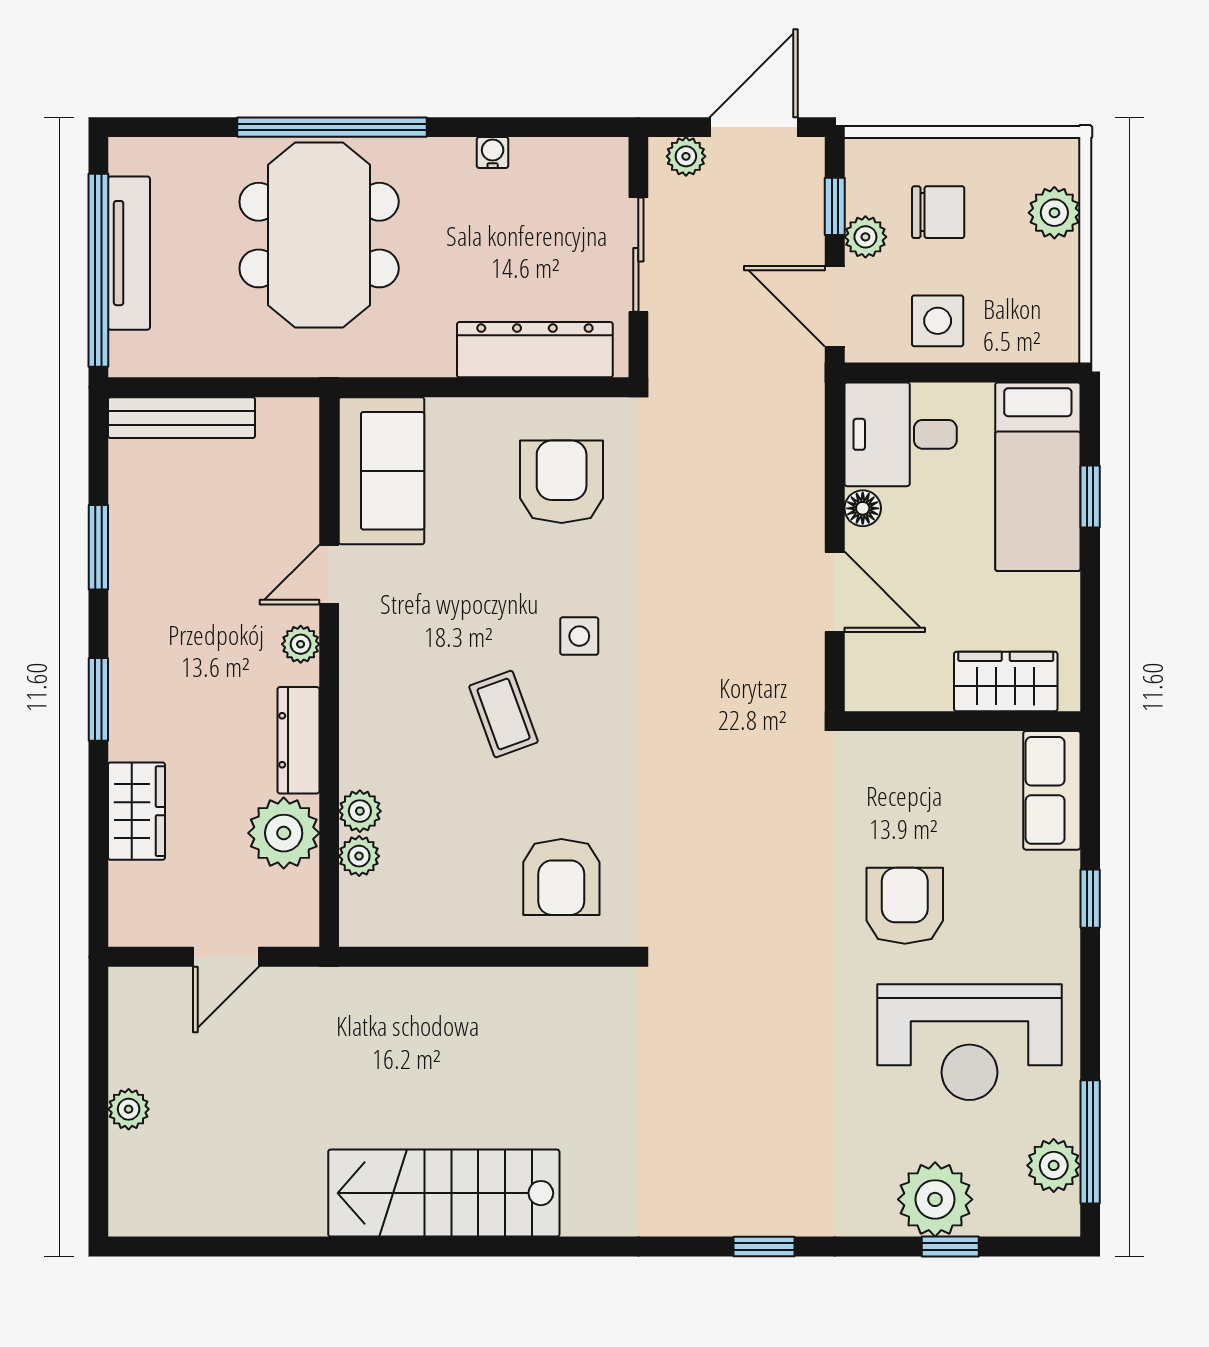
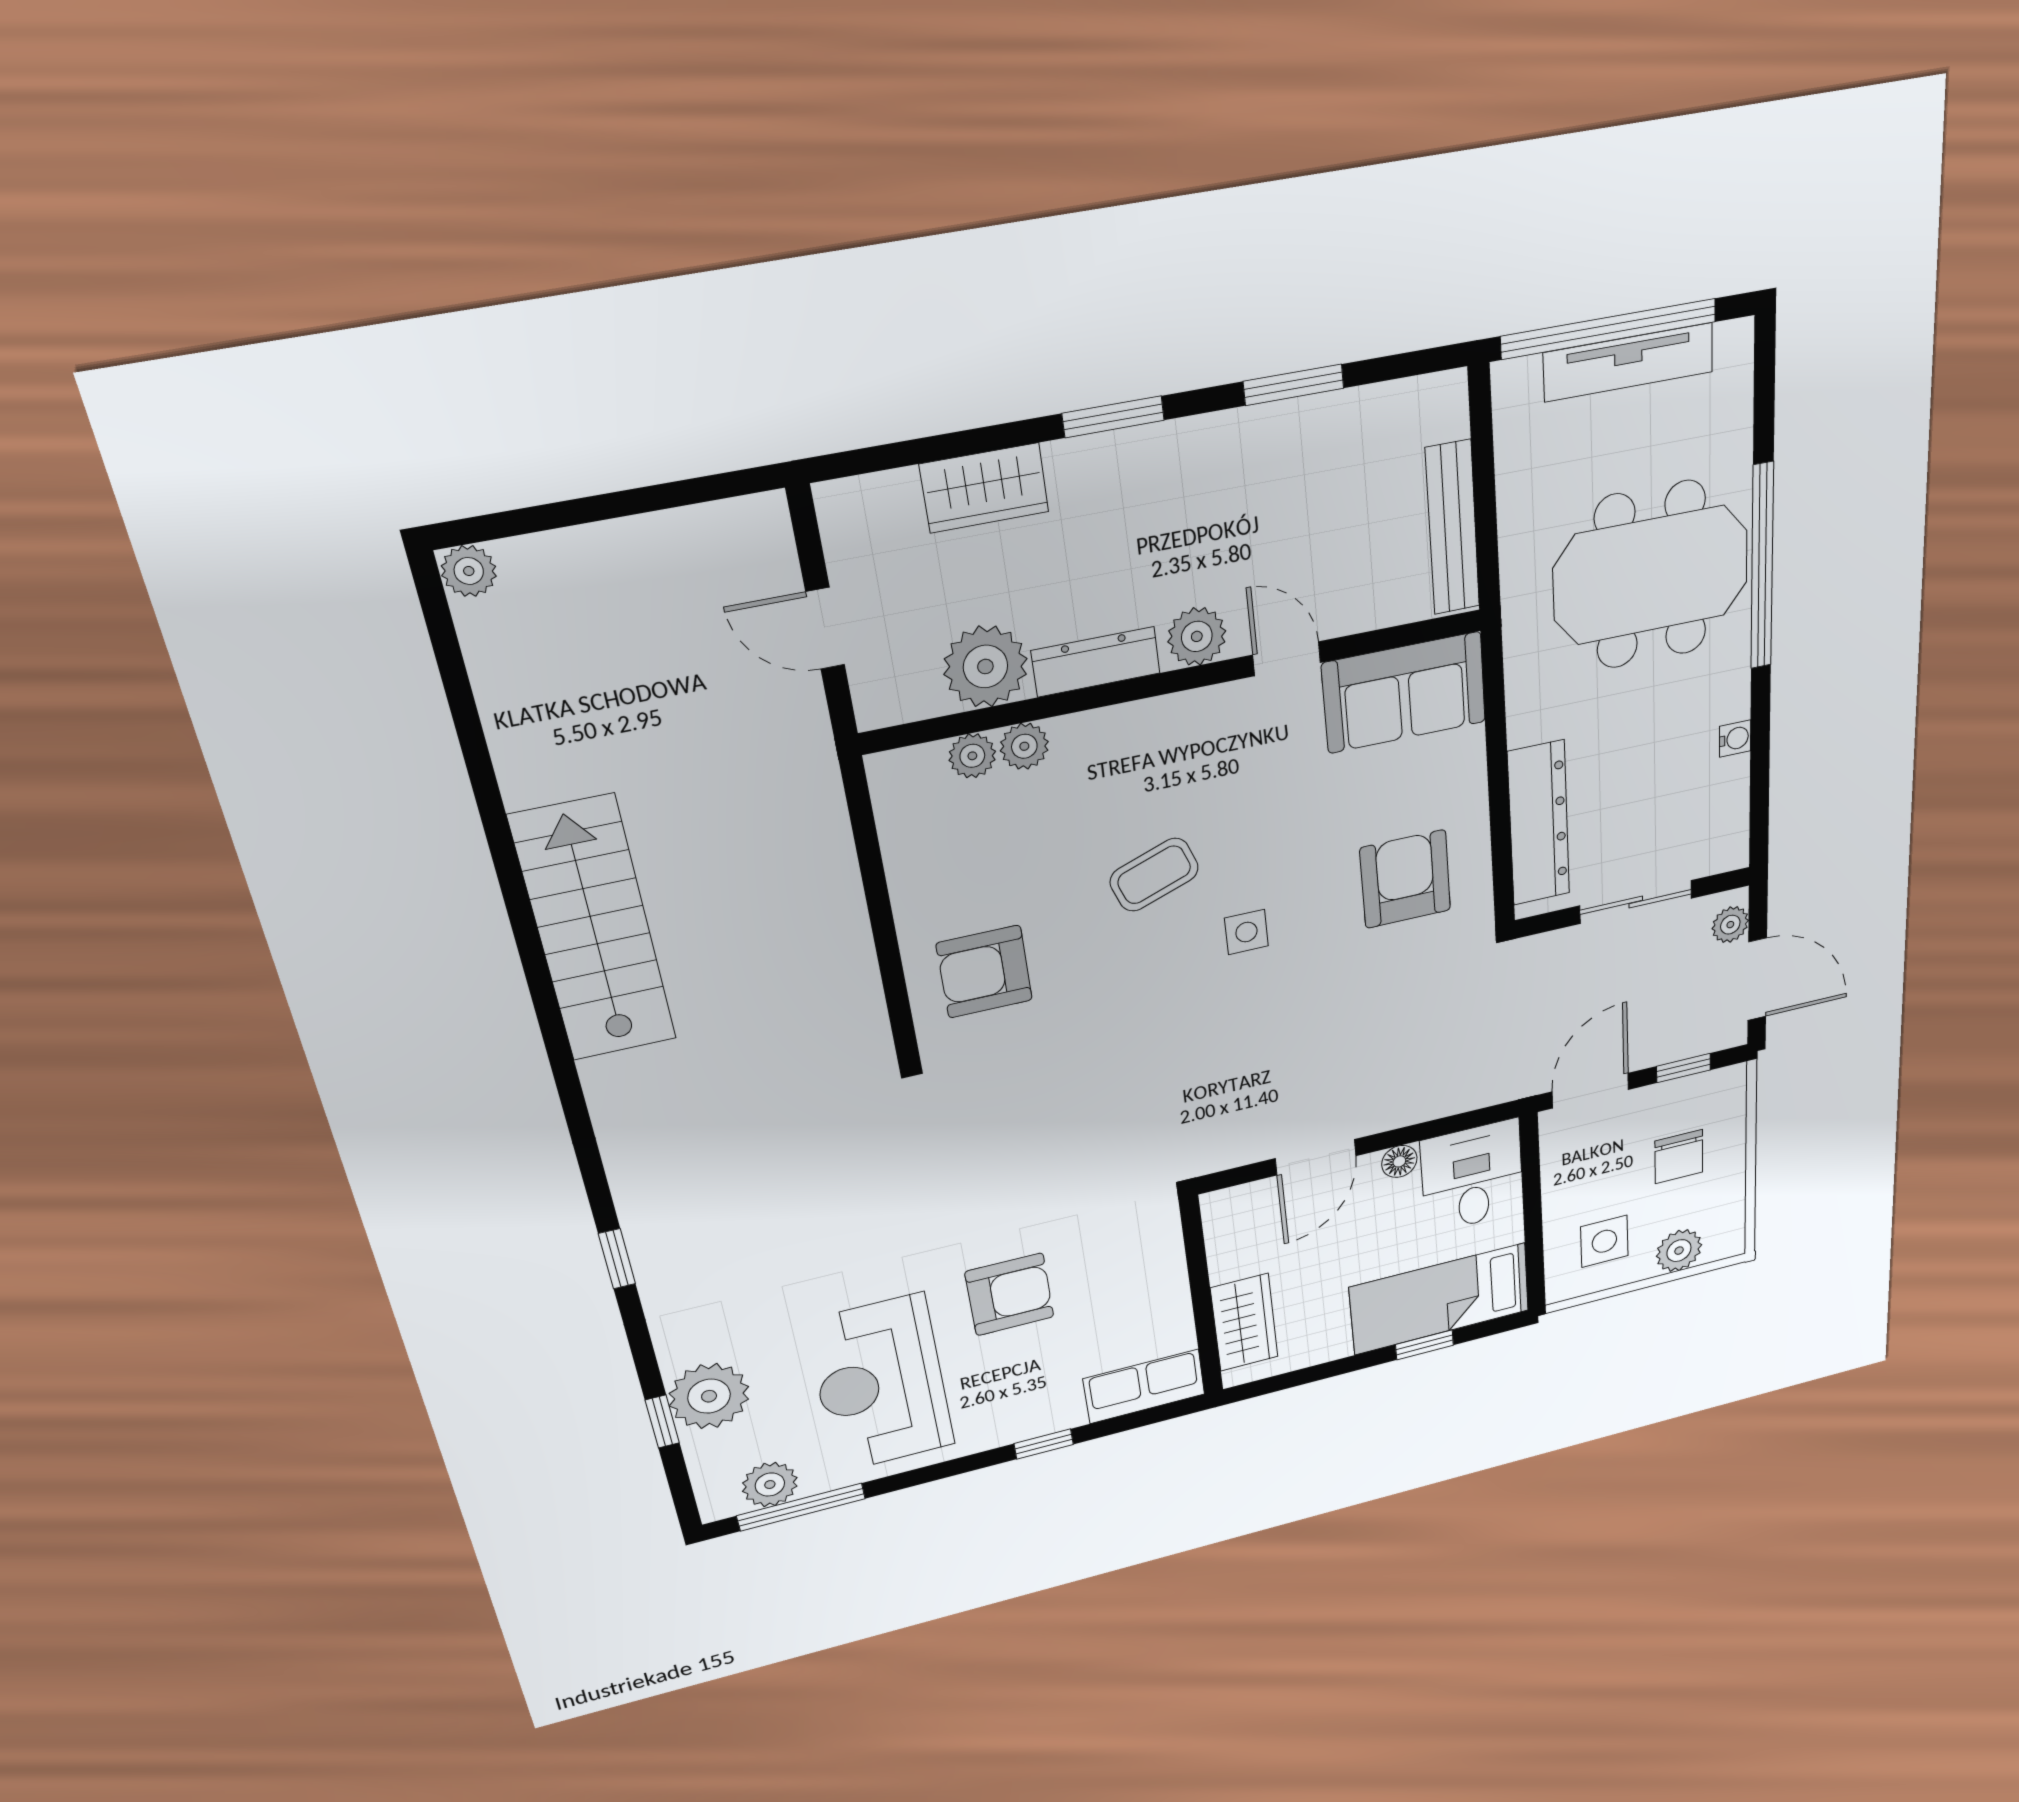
plant: (865, 237) -> (1656, 1101), removed
side table: (938, 321) -> (1604, 1241), moved
bench: (182, 418) -> (1453, 528), moved
armchair: (562, 482) -> (1405, 879), turned -90
plant: (301, 644) -> (1197, 636), width x1.38, depth x1.38
plant: (129, 1109) -> (469, 571), moved

